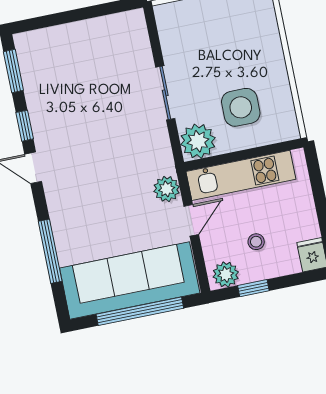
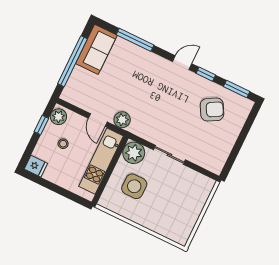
armchair: (64, 83) -> (212, 110), added
sofa: (130, 281) -> (96, 49), width x0.54, depth x0.79

